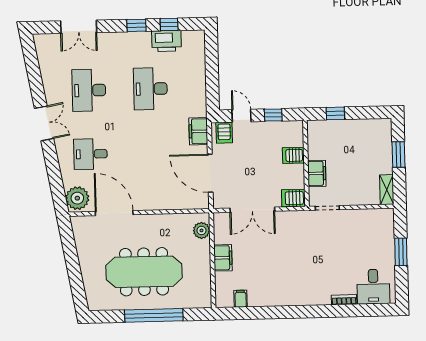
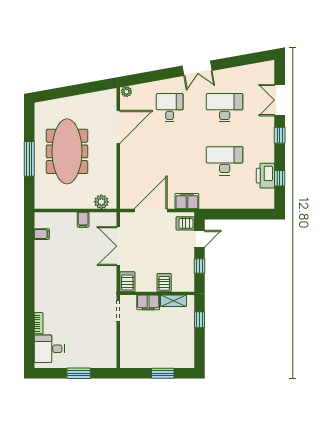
window: (136, 25) -> (280, 135), moved
shelving: (387, 190) -> (173, 301), moved
plant: (77, 198) -> (126, 92), width x0.53, depth x0.53
filing cabinet: (223, 258) -> (83, 220), width x0.50
window: (154, 315) -> (29, 159), width x0.68

